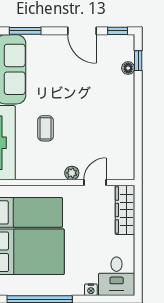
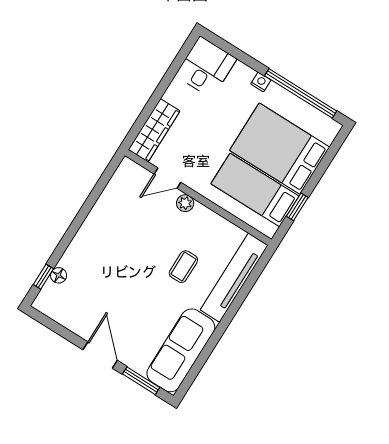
door: (82, 31) -> (100, 355), moved
window: (118, 31) -> (45, 321), removed
nightstand: (91, 290) -> (261, 82), moved

